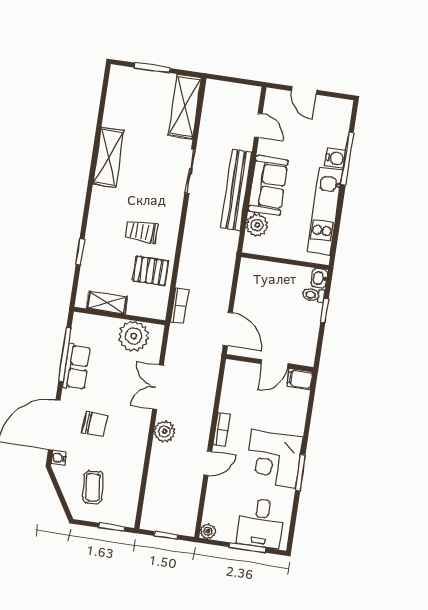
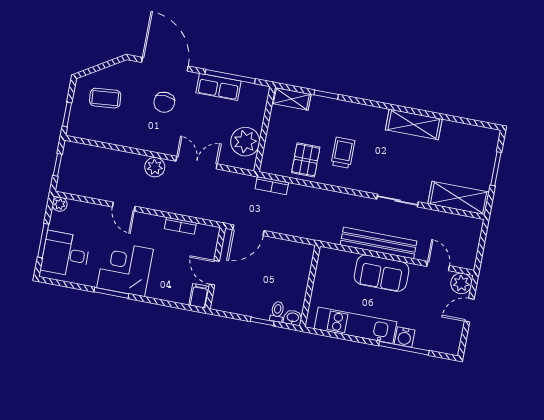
door: (258, 125) -> (438, 266), swing flipped
plant: (257, 225) -> (461, 283), moved
shelving: (107, 303) -> (291, 99), moved, turned 90
bookcase: (222, 430) -> (180, 226), moved
water cooler: (59, 458) -> (134, 67), removed

